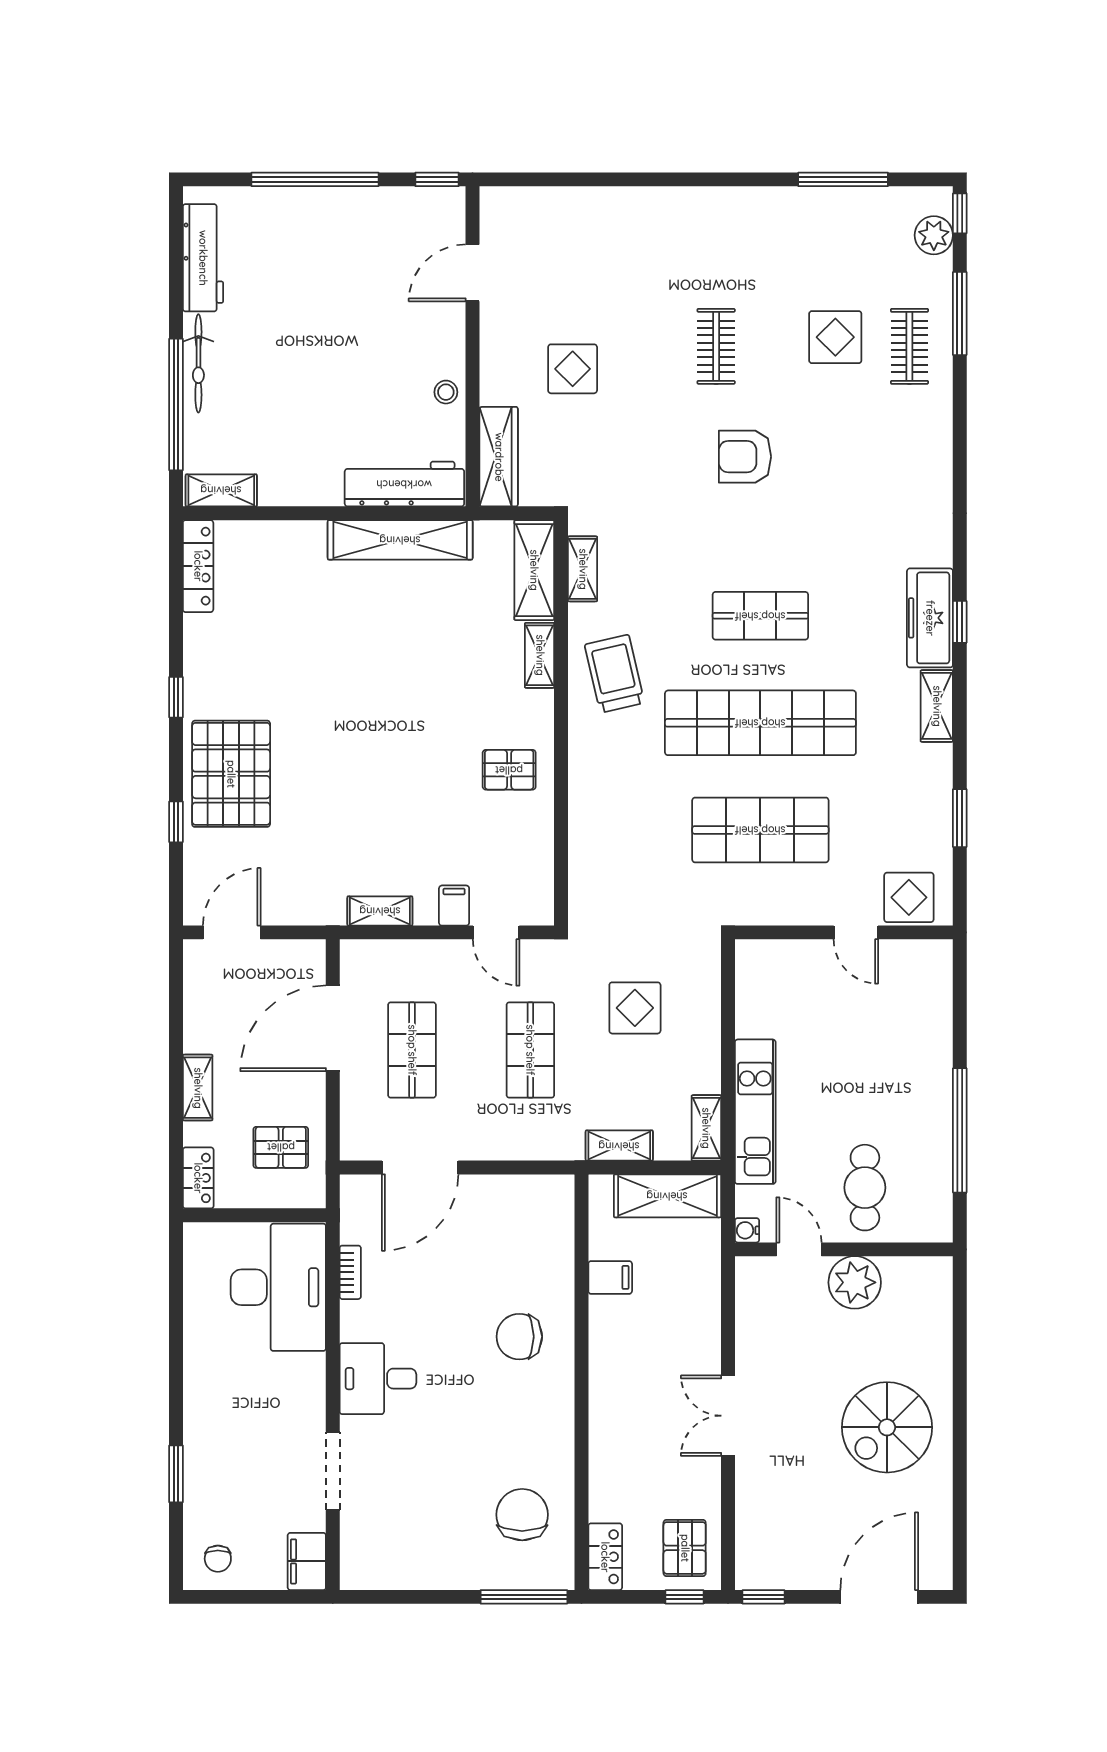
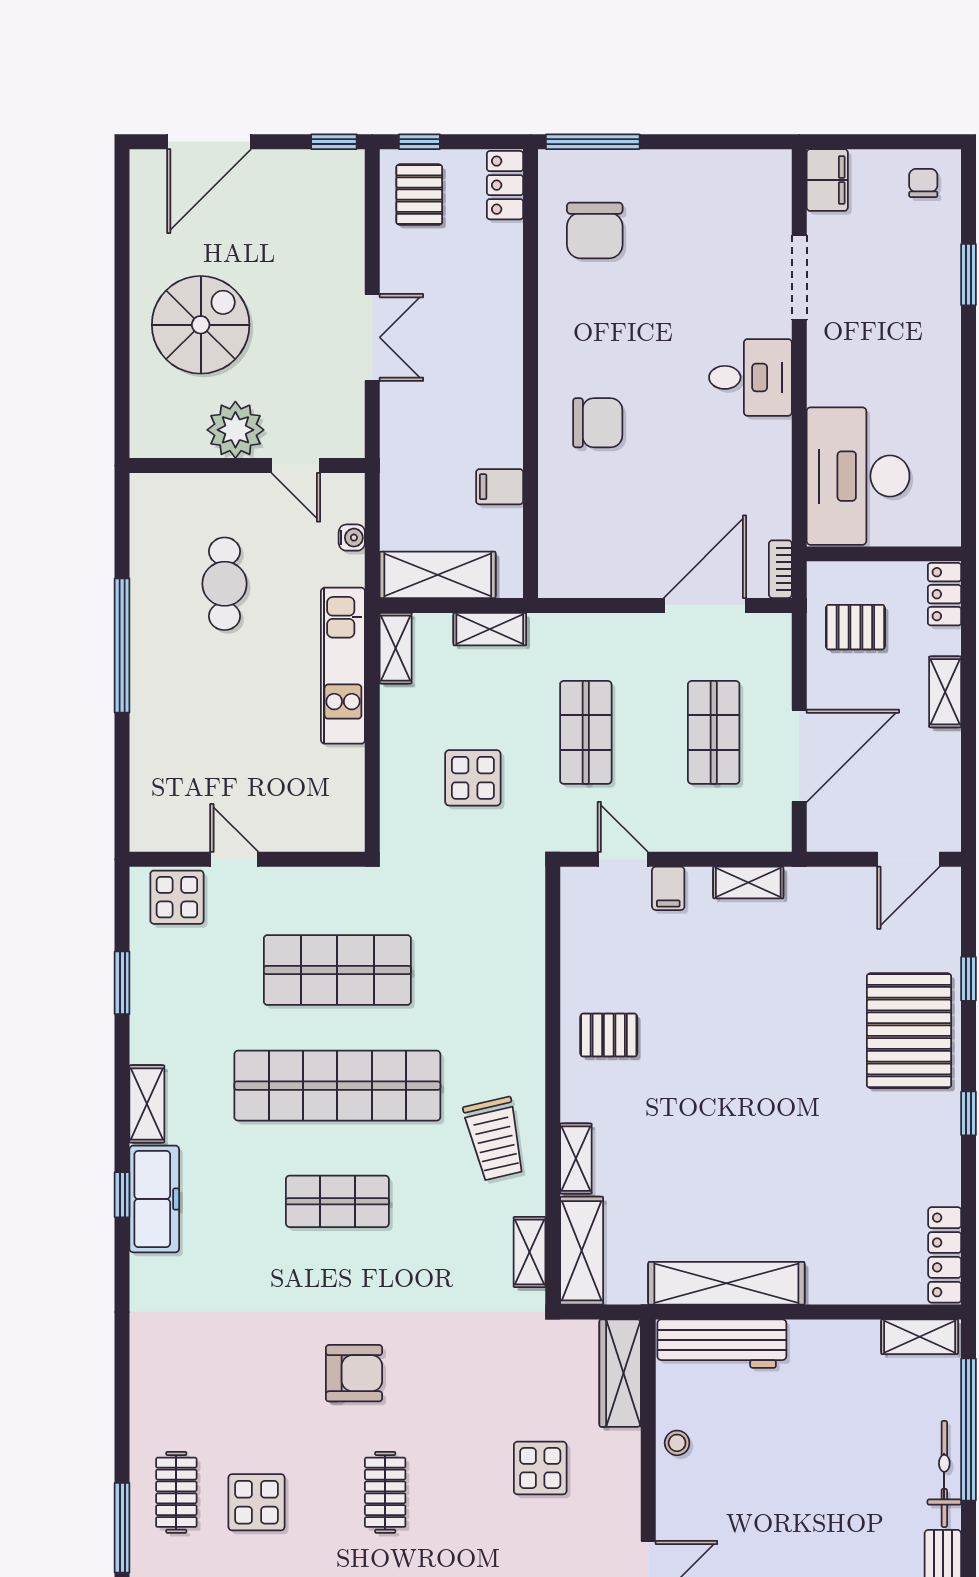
door: (799, 1249) -> (296, 466), moved
wall: (844, 1249) -> (247, 466), moved
bookcase: (350, 1272) -> (780, 569), moved
plant: (855, 1282) -> (235, 430), moved

